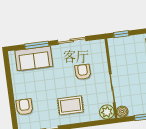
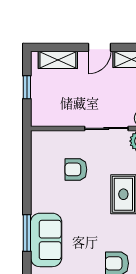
window: (121, 34) -> (27, 87), moved
sliding door: (72, 41) -> (27, 180), removed

